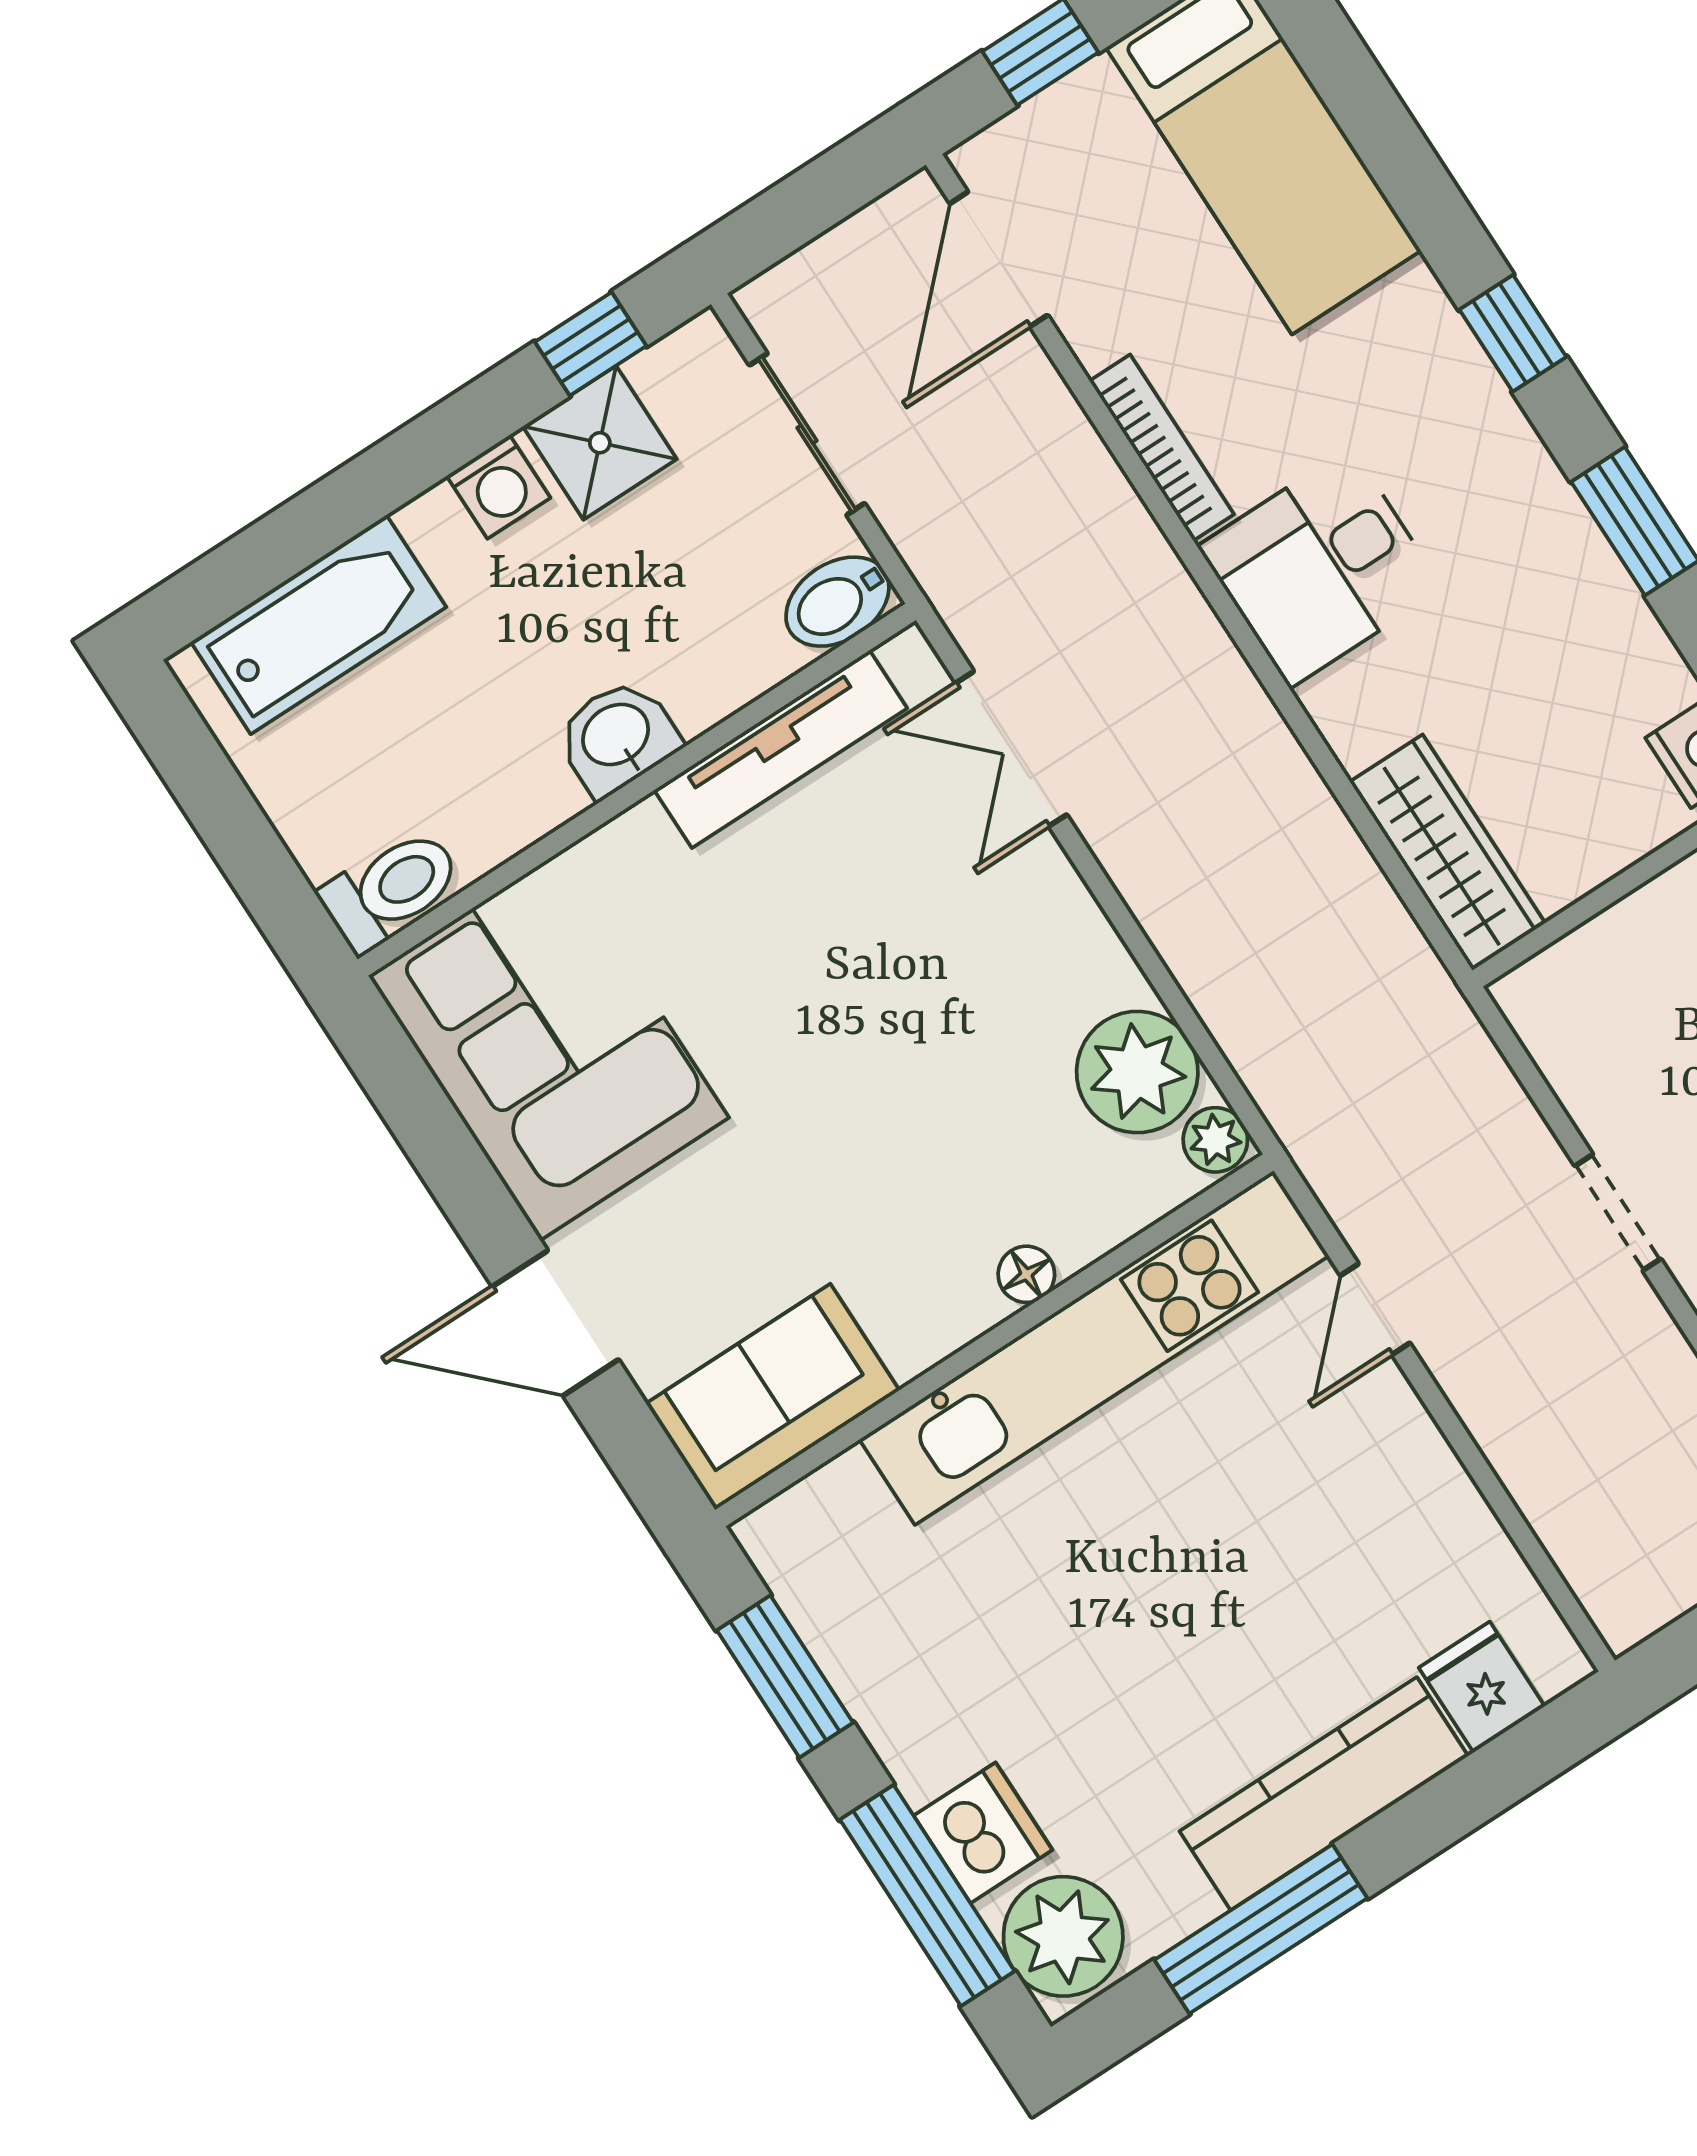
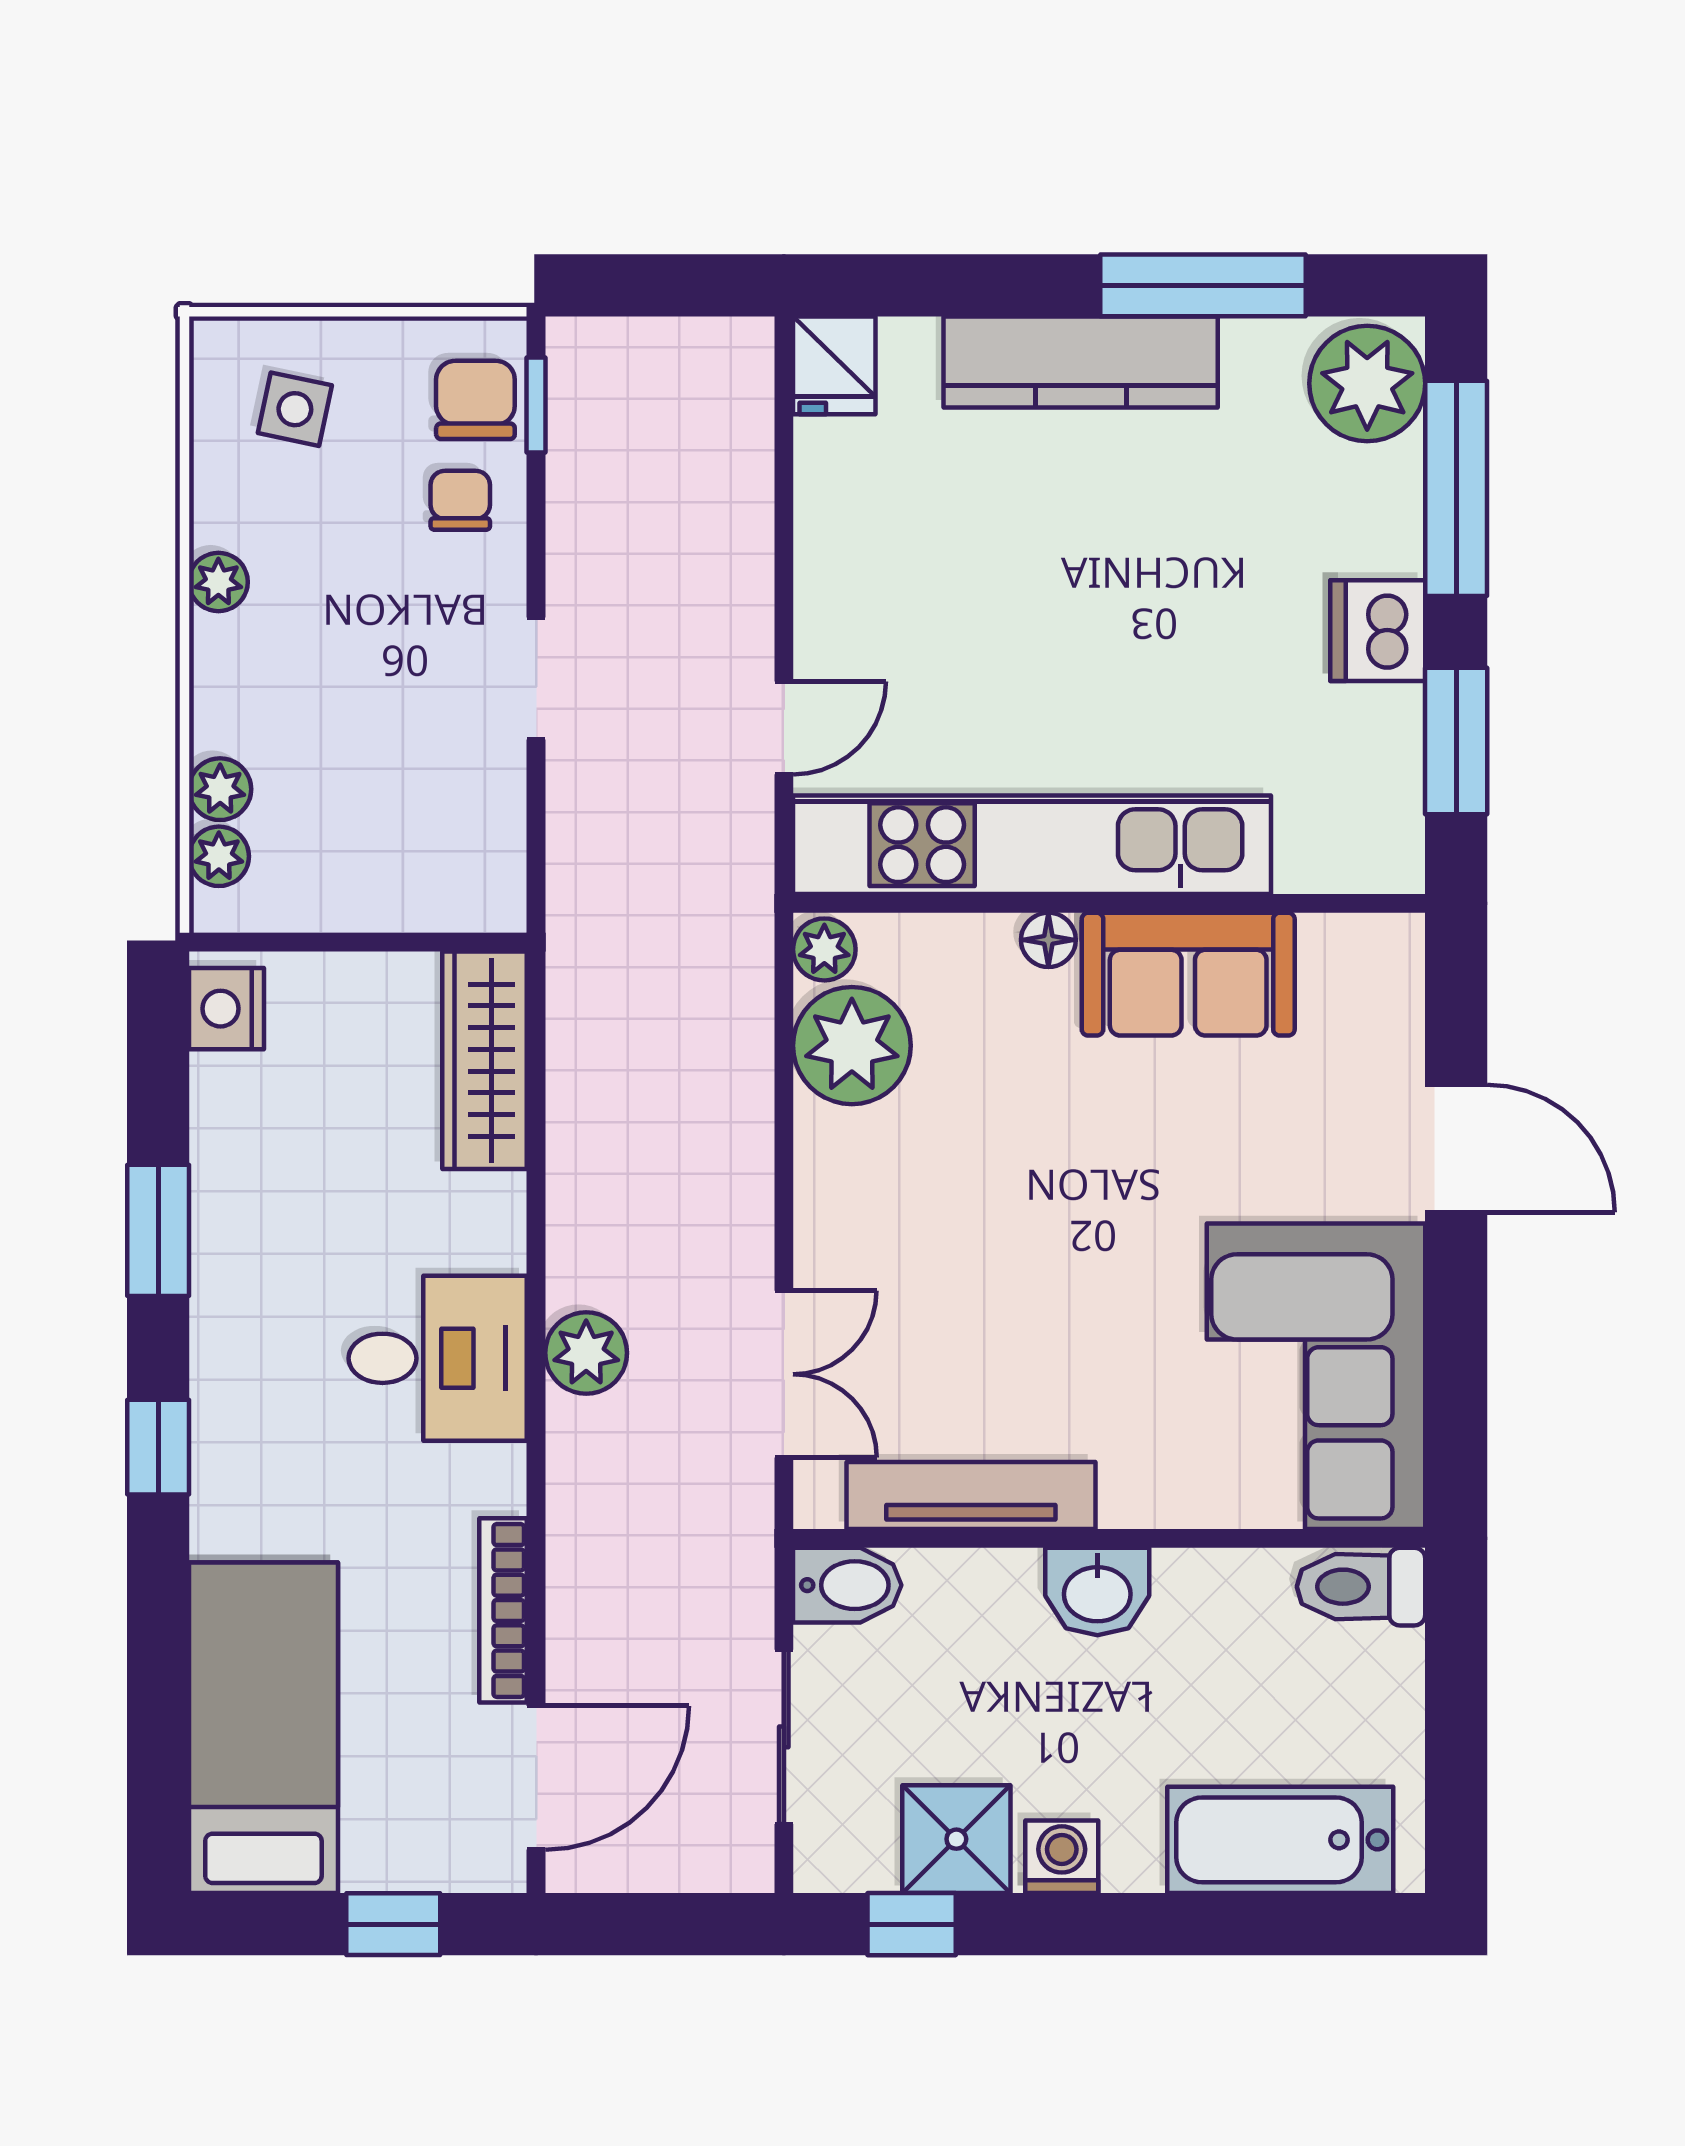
bookcase: (1162, 448) -> (503, 1610), moved
plant: (1195, 656) -> (586, 1353), added
sofa: (773, 1397) -> (1188, 974), moved
fridge: (1482, 1687) -> (834, 365), moved
dishwasher: (983, 1833) -> (1378, 631), moved

